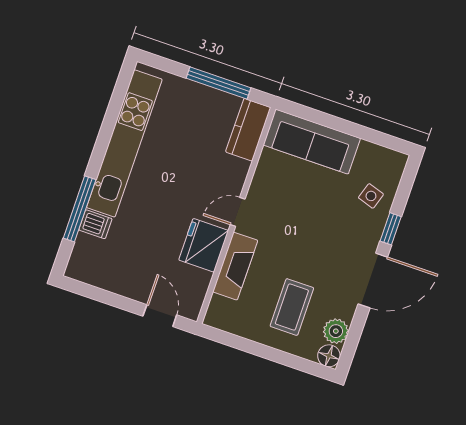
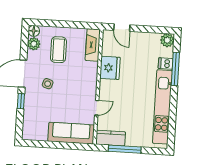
kitchen counter: (248, 130) -> (111, 138), moved, turned -90
side table: (371, 196) -> (48, 84), moved
door: (238, 212) -> (97, 108), moved
fireplace: (235, 266) -> (93, 45), moved
plant: (80, 268) -> (167, 40), added

